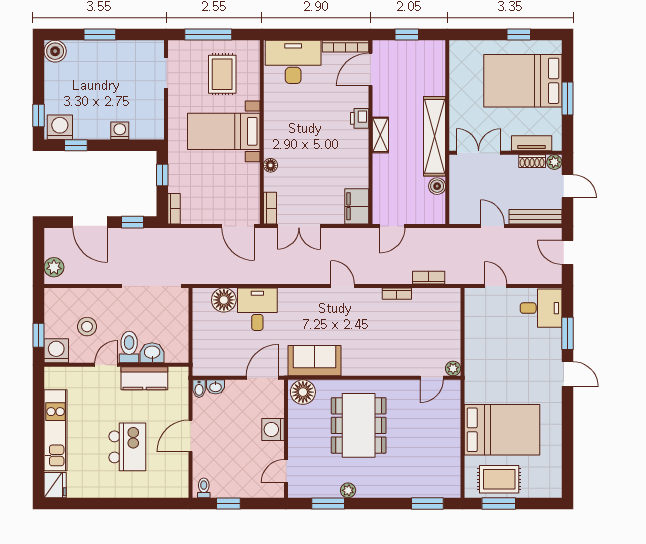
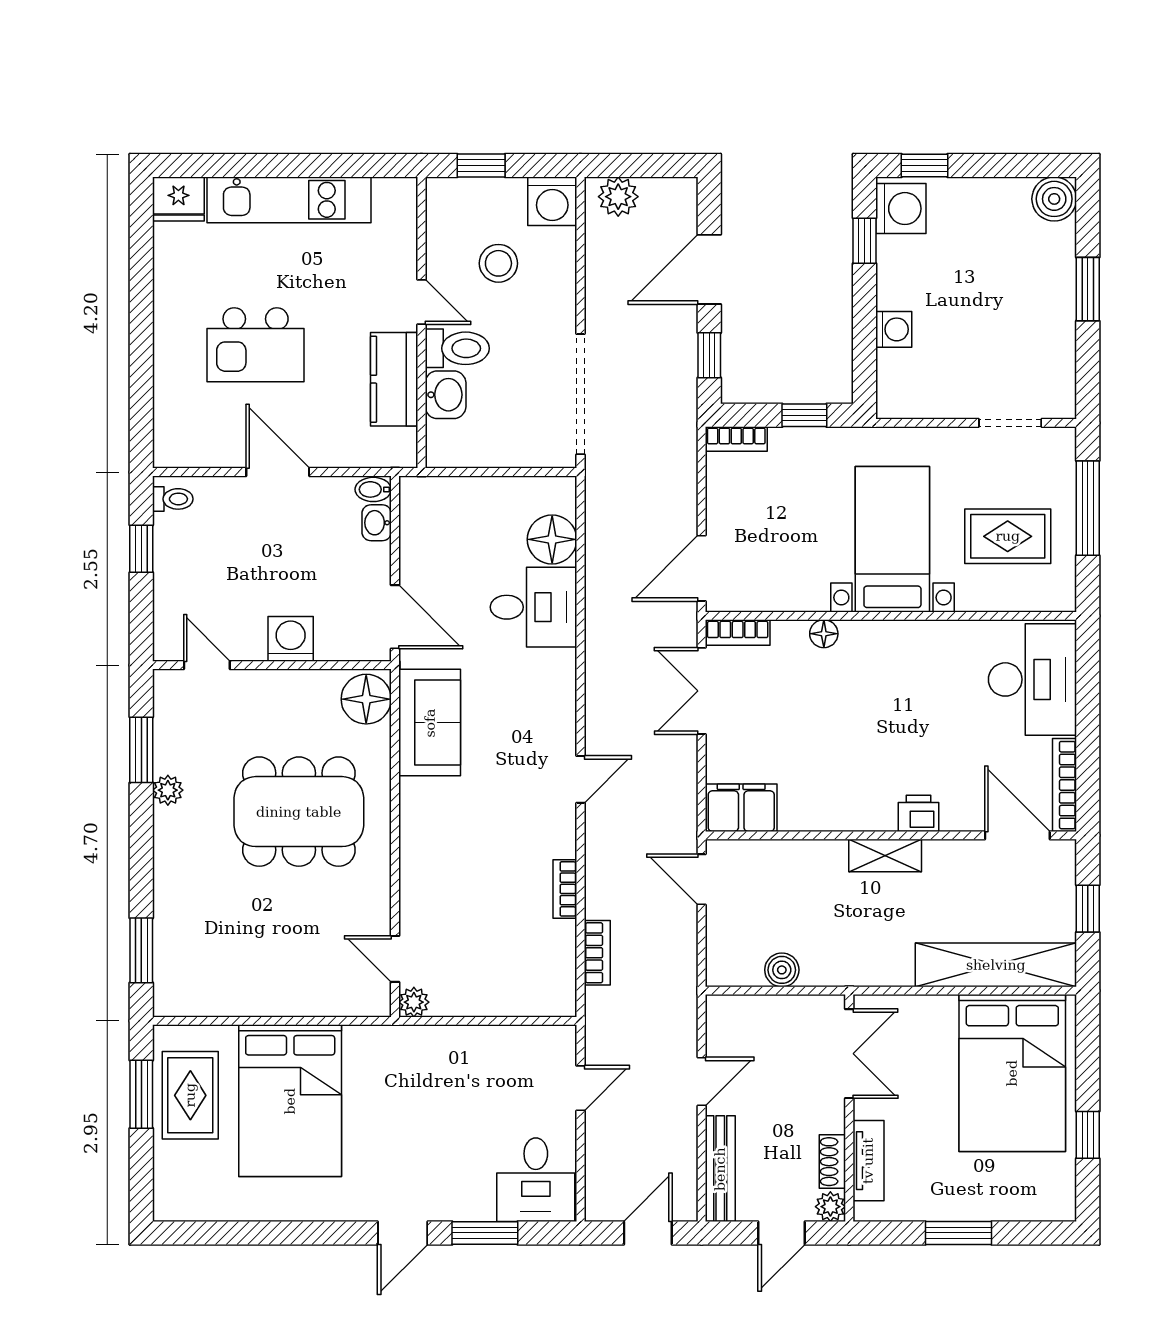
bed: (523, 81) -> (1012, 1073), moved, turned 180
shelving: (435, 136) -> (996, 965), moved
washing machine: (56, 351) -> (552, 201), moved, turned 90

